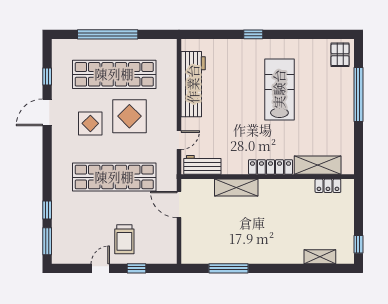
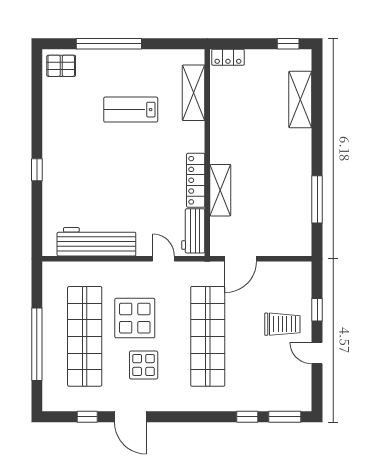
lab bench: (279, 89) -> (131, 110), moved, width x0.73, depth x0.72
locker: (270, 167) -> (196, 180), moved
locker: (328, 186) -> (228, 57), moved, turned 90
shelving: (320, 257) -> (300, 99), width x1.50, depth x1.33

